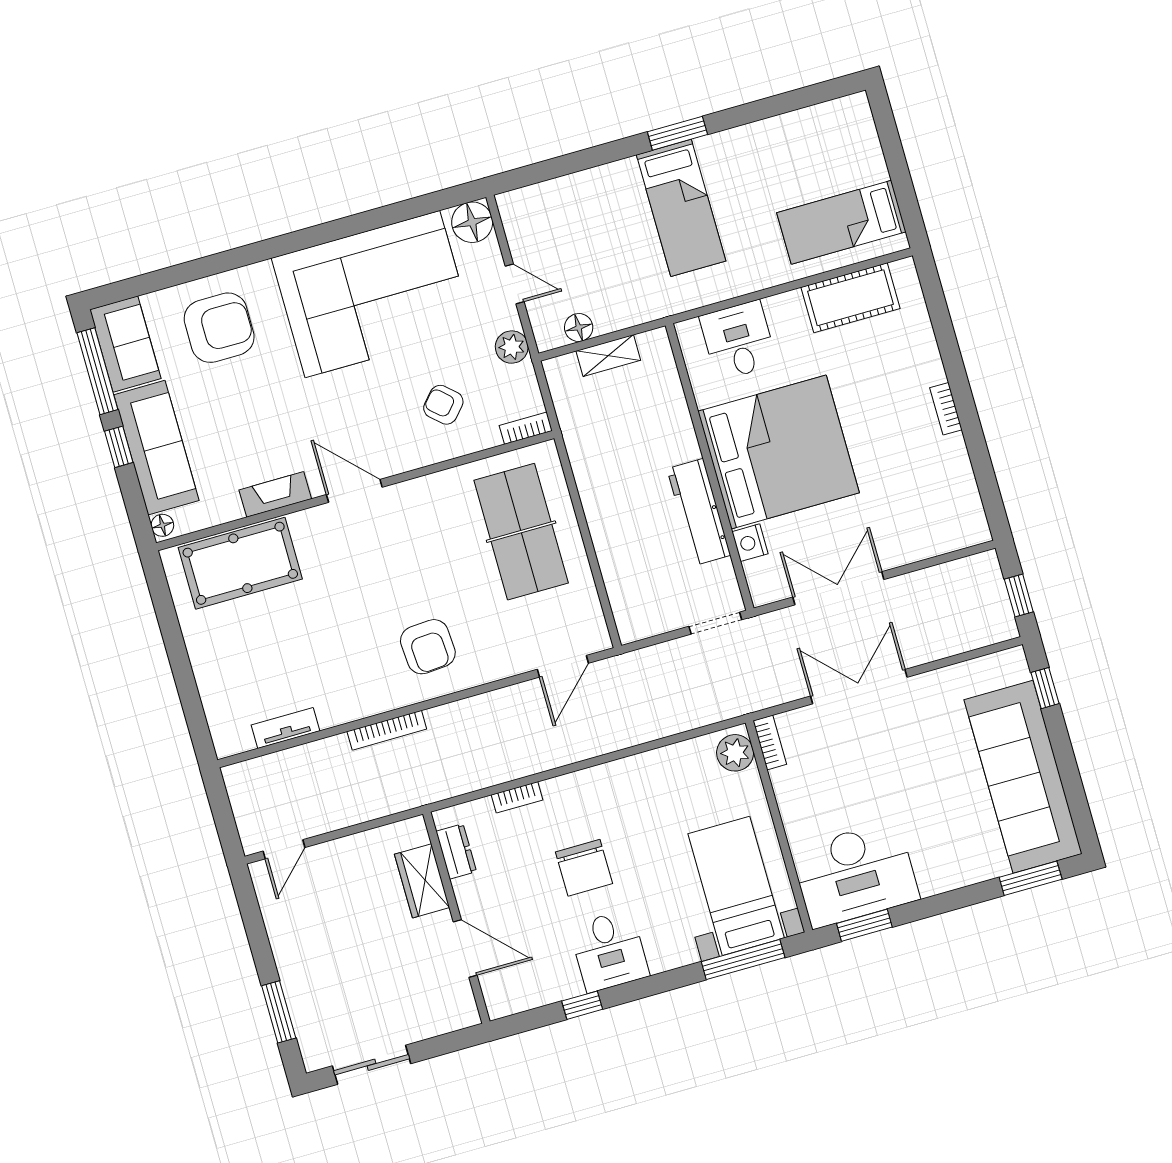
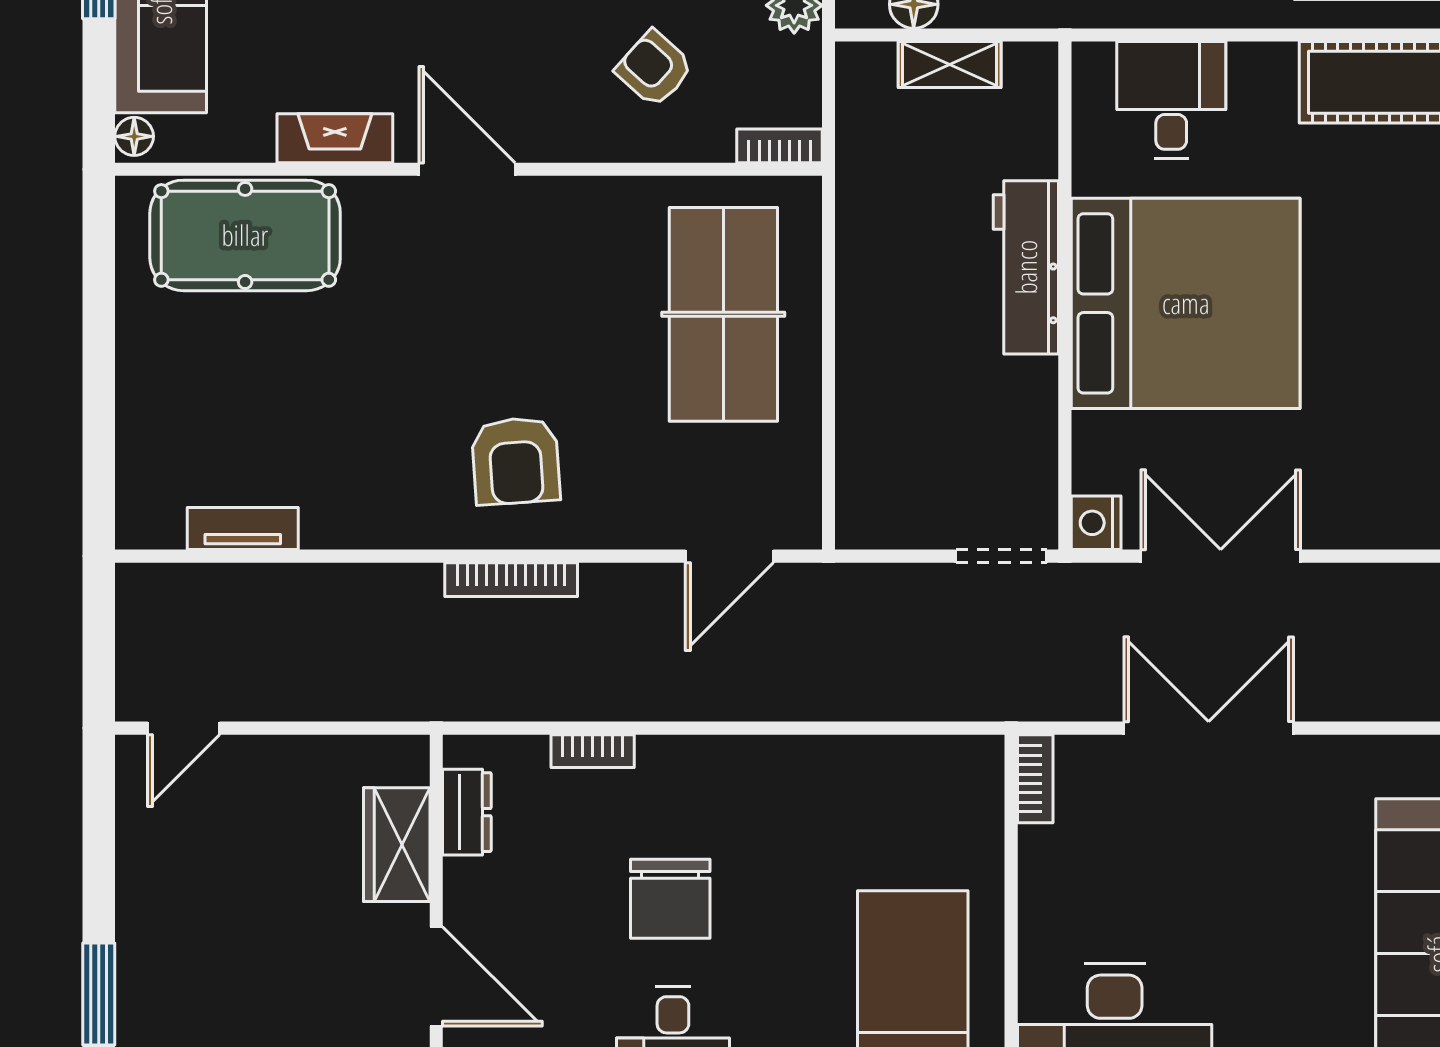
workbench: (699, 512) -> (1026, 267), moved
nightstand: (750, 543) -> (1096, 523), moved
bookcase: (387, 730) -> (511, 580), moved
plant: (735, 753) -> (973, 779), removed

